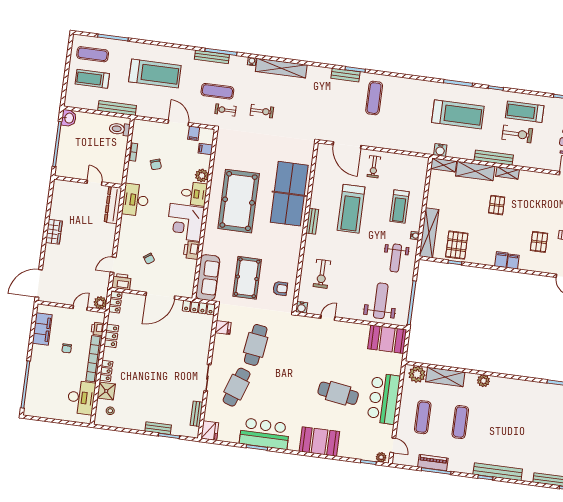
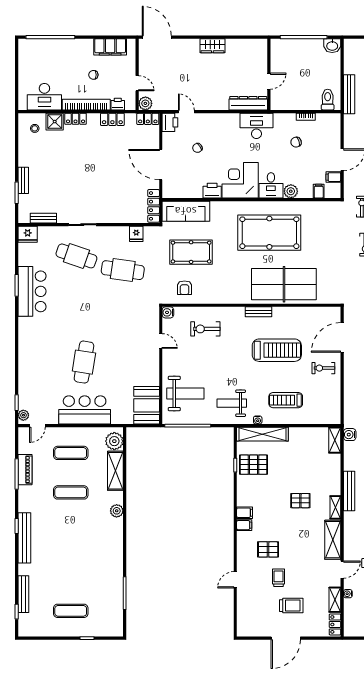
shelving: (475, 171) -> (333, 540), moved
treadmill: (351, 209) -> (277, 350), turned 180
booth: (319, 442) -> (31, 349), removed

